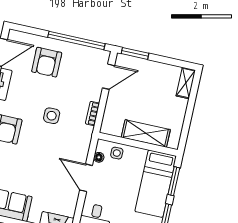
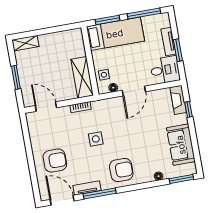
window: (76, 40) -> (28, 144), removed
window: (135, 53) -> (16, 77), moved
shelving: (146, 133) -> (82, 77), moved

